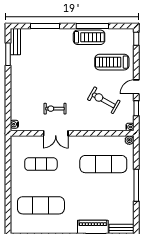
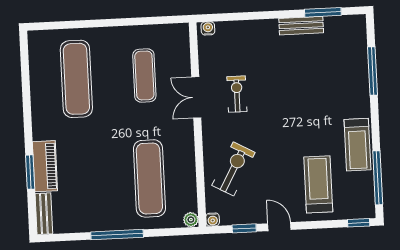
window: (92, 26) -> (378, 178), moved
bench: (15, 42) -> (301, 26), moved
exercise bike: (104, 100) -> (233, 169), moved

